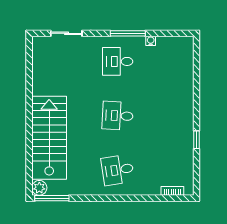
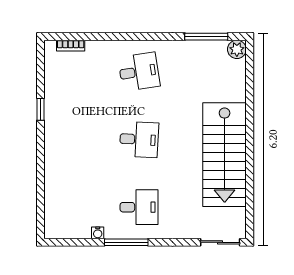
sliding door: (66, 33) -> (220, 242), moved
stairs: (49, 138) -> (225, 155), moved
window: (52, 198) -> (206, 37), moved

